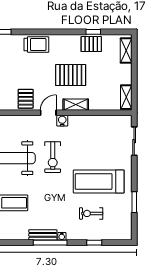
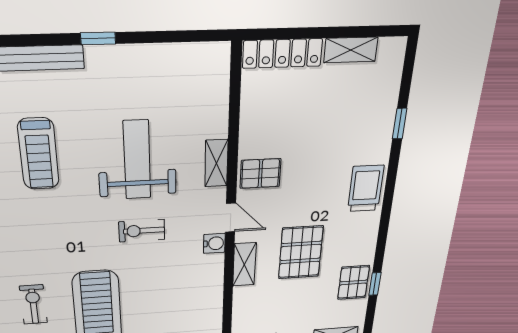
trolley: (36, 44) -> (366, 189), turned 180
shelving: (19, 121) -> (216, 163), added
exercise bike: (53, 157) -> (142, 231), width x0.73, depth x0.72

